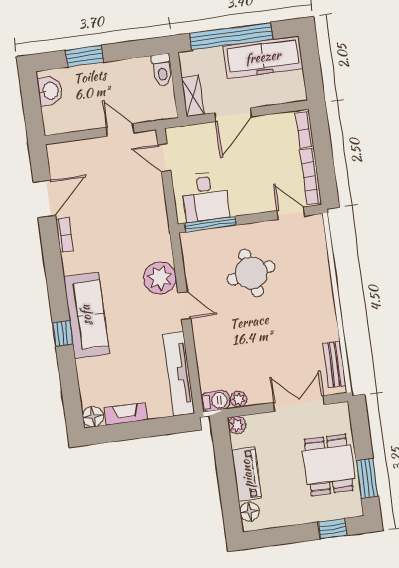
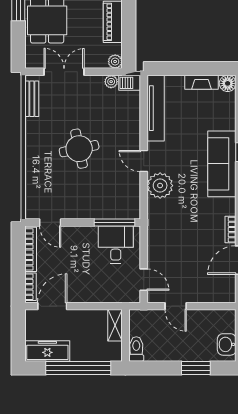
freezer: (263, 57) -> (47, 351), width x0.73, depth x0.79
door: (233, 115) -> (52, 306), moved
round table: (251, 273) -> (79, 149), moved
double door: (299, 404) -> (64, 72), swing flipped

